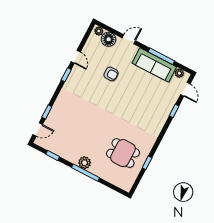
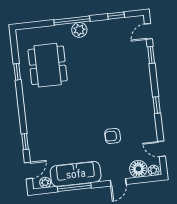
door: (76, 57) -> (162, 149), moved
door: (185, 89) -> (28, 171), swing flipped
dining table: (123, 153) -> (48, 65), width x1.38

